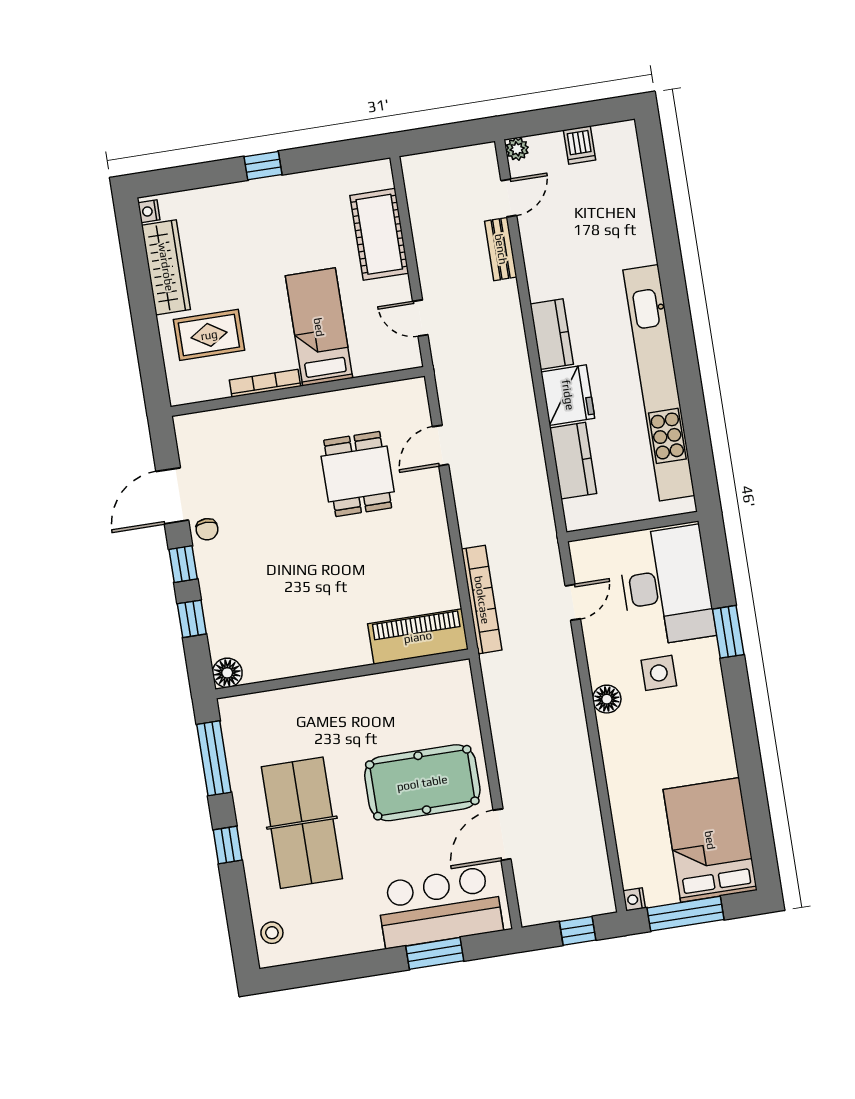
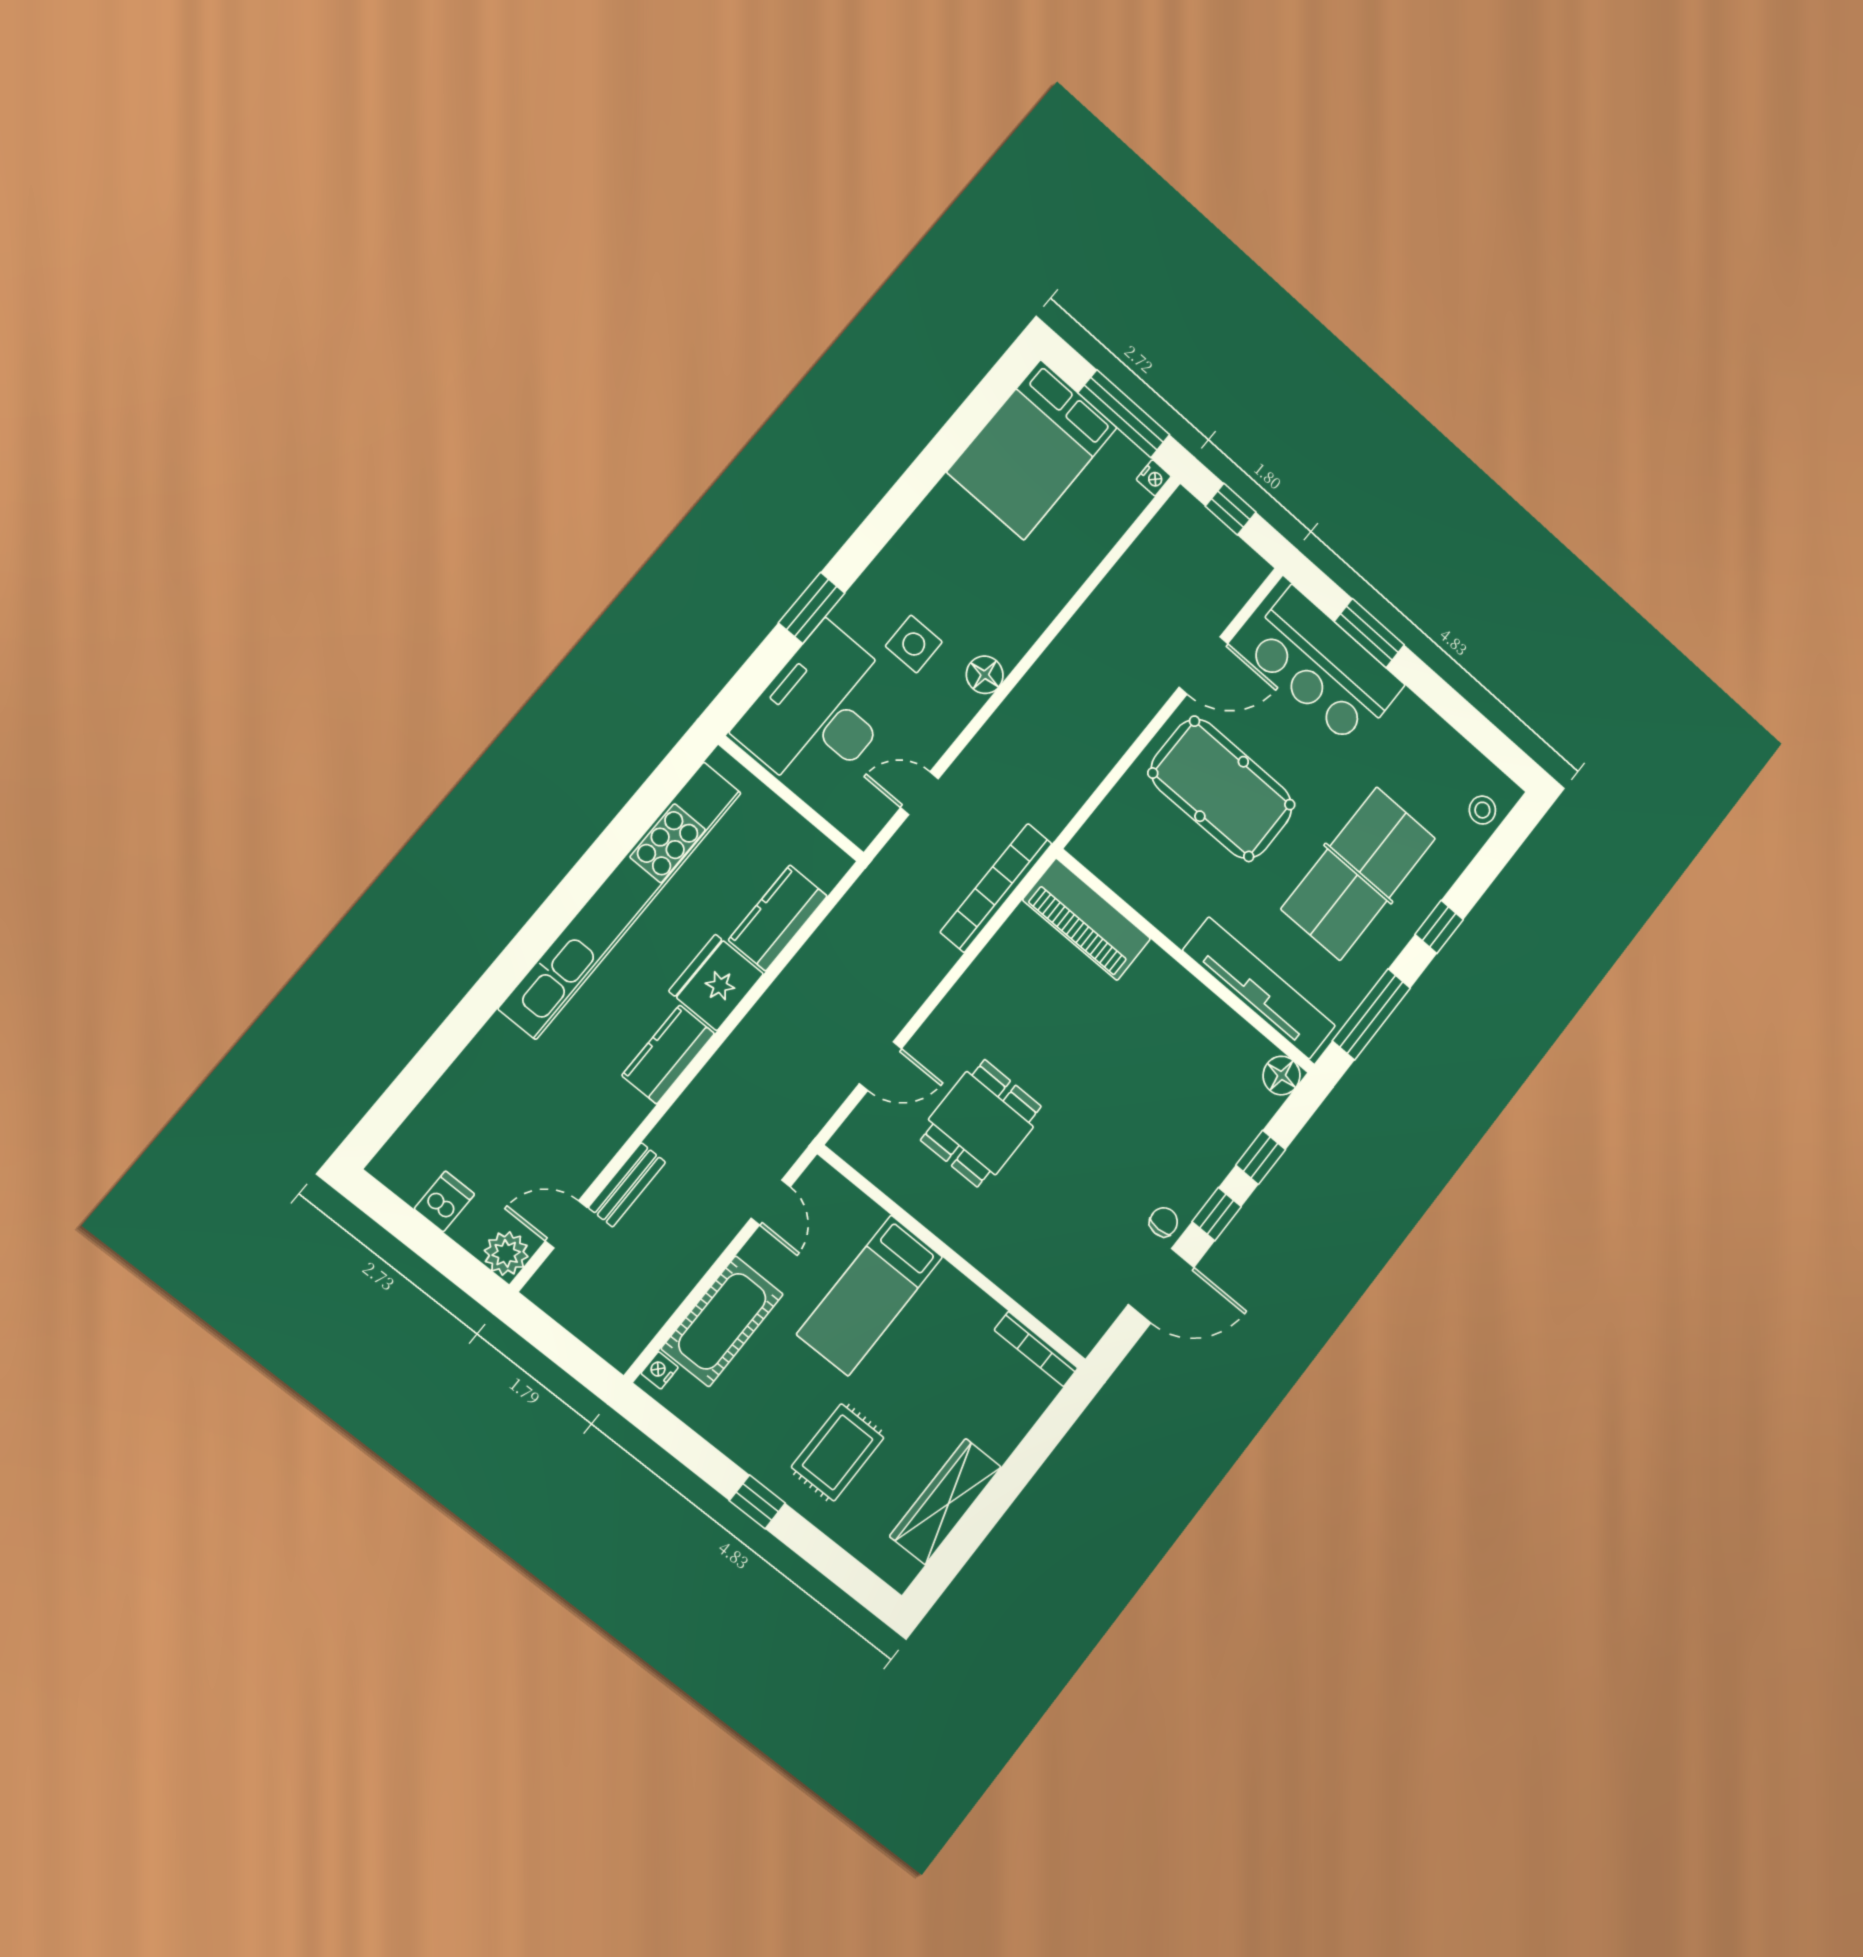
plant: (517, 149) -> (506, 1253), width x1.38, depth x1.38
nightstand: (149, 211) -> (660, 1370), moved, turned 180
rug: (209, 335) -> (838, 1452), moved, turned 90
bookcase: (265, 383) -> (1036, 1349), moved
tv unit: (289, 704) -> (1259, 988), added

